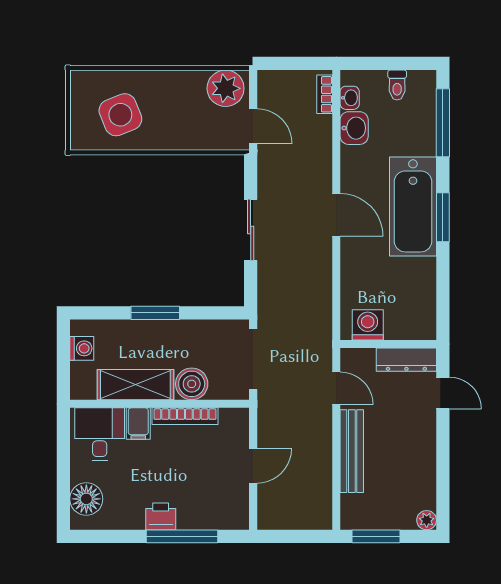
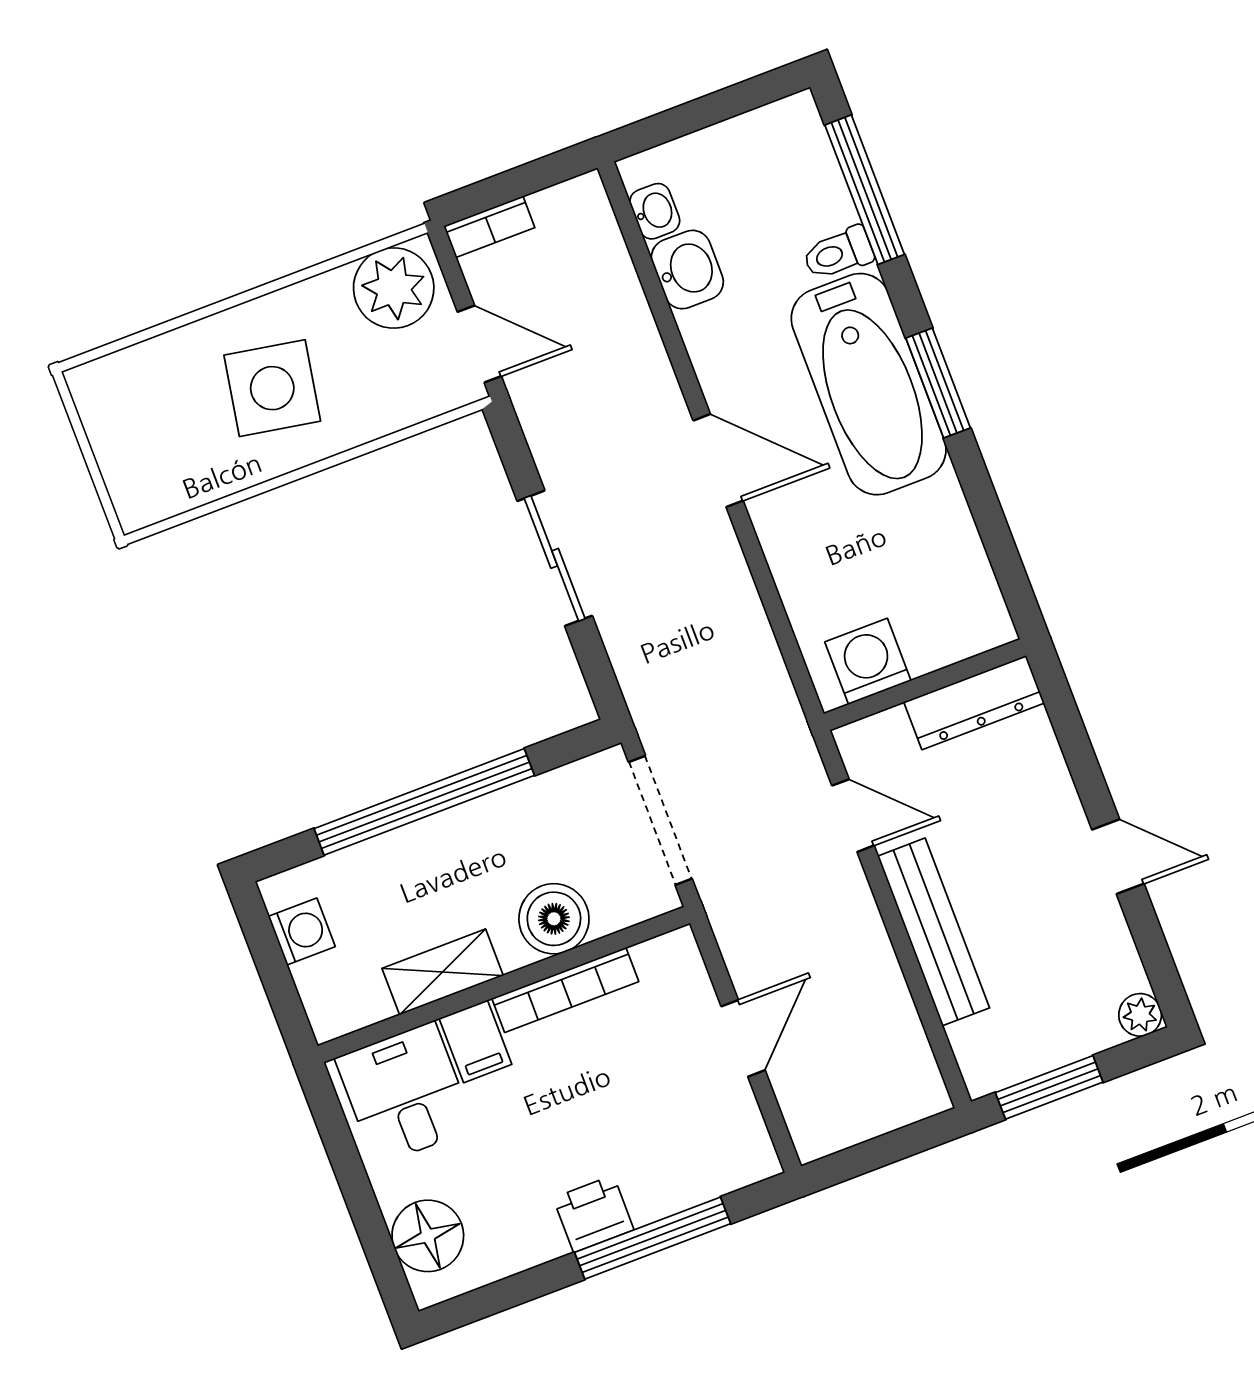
toilet: (397, 85) -> (838, 253), moved, turned 90
bookcase: (325, 94) -> (489, 227), moved, turned -90
side table: (120, 115) -> (272, 388), moved, turned 32
window: (155, 313) -> (424, 802), width x2.11
shelving: (135, 385) -> (443, 972), width x0.67, depth x0.75
door: (443, 393) -> (1118, 857), moved

